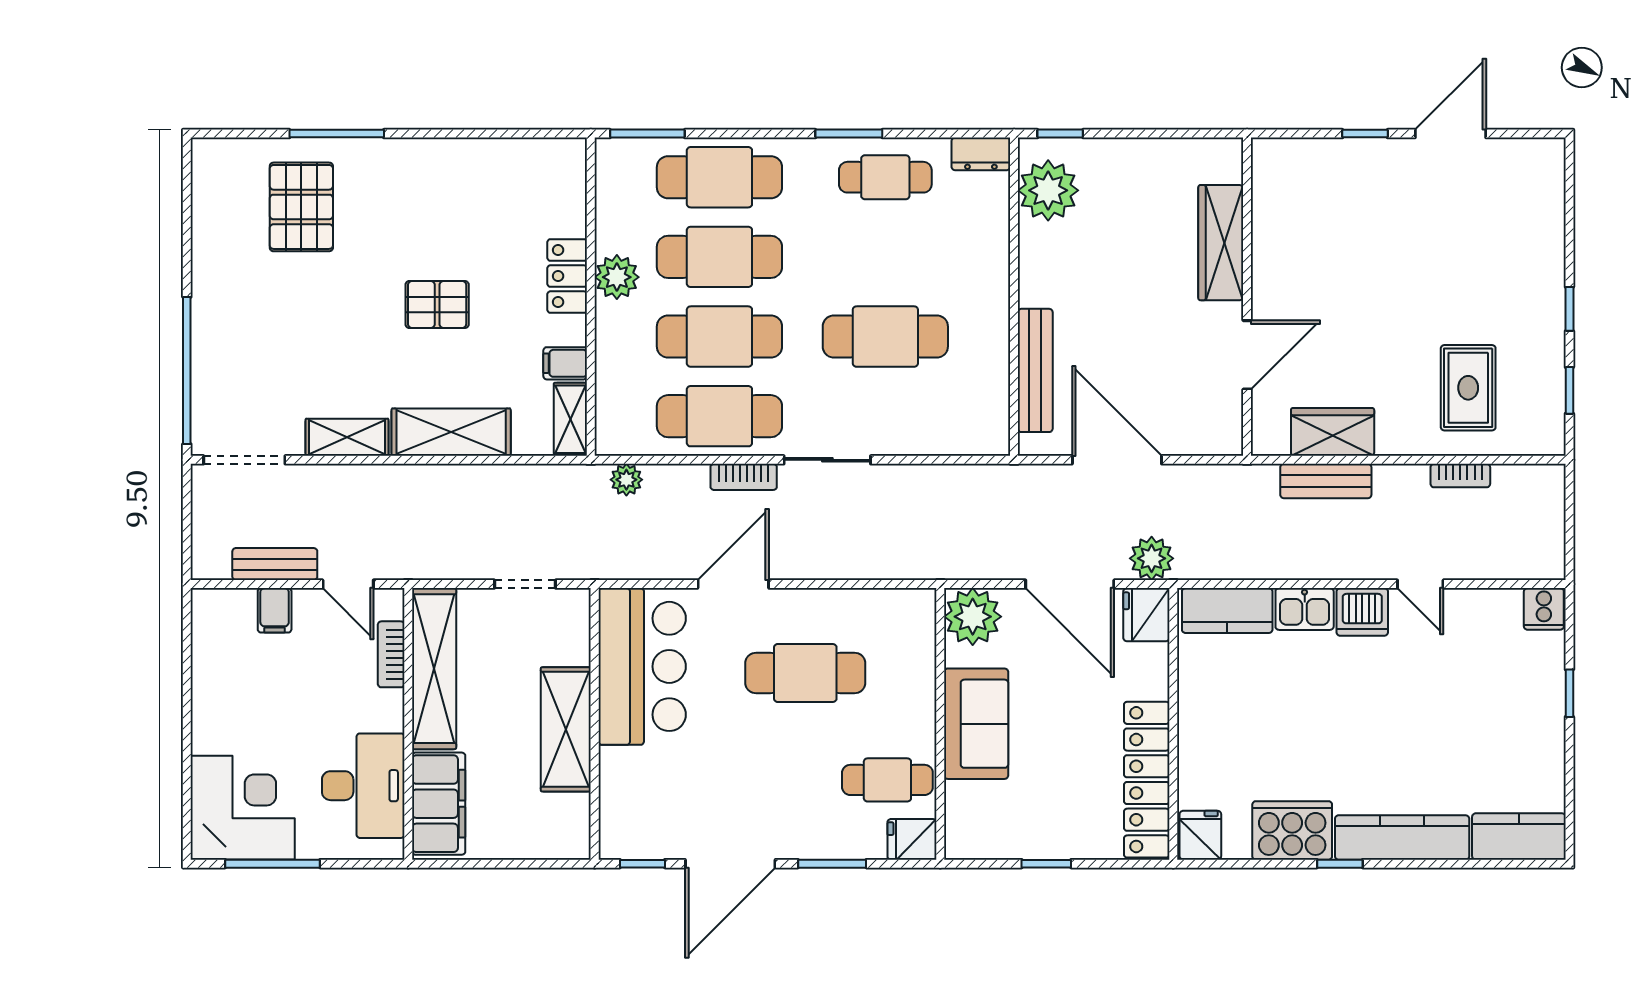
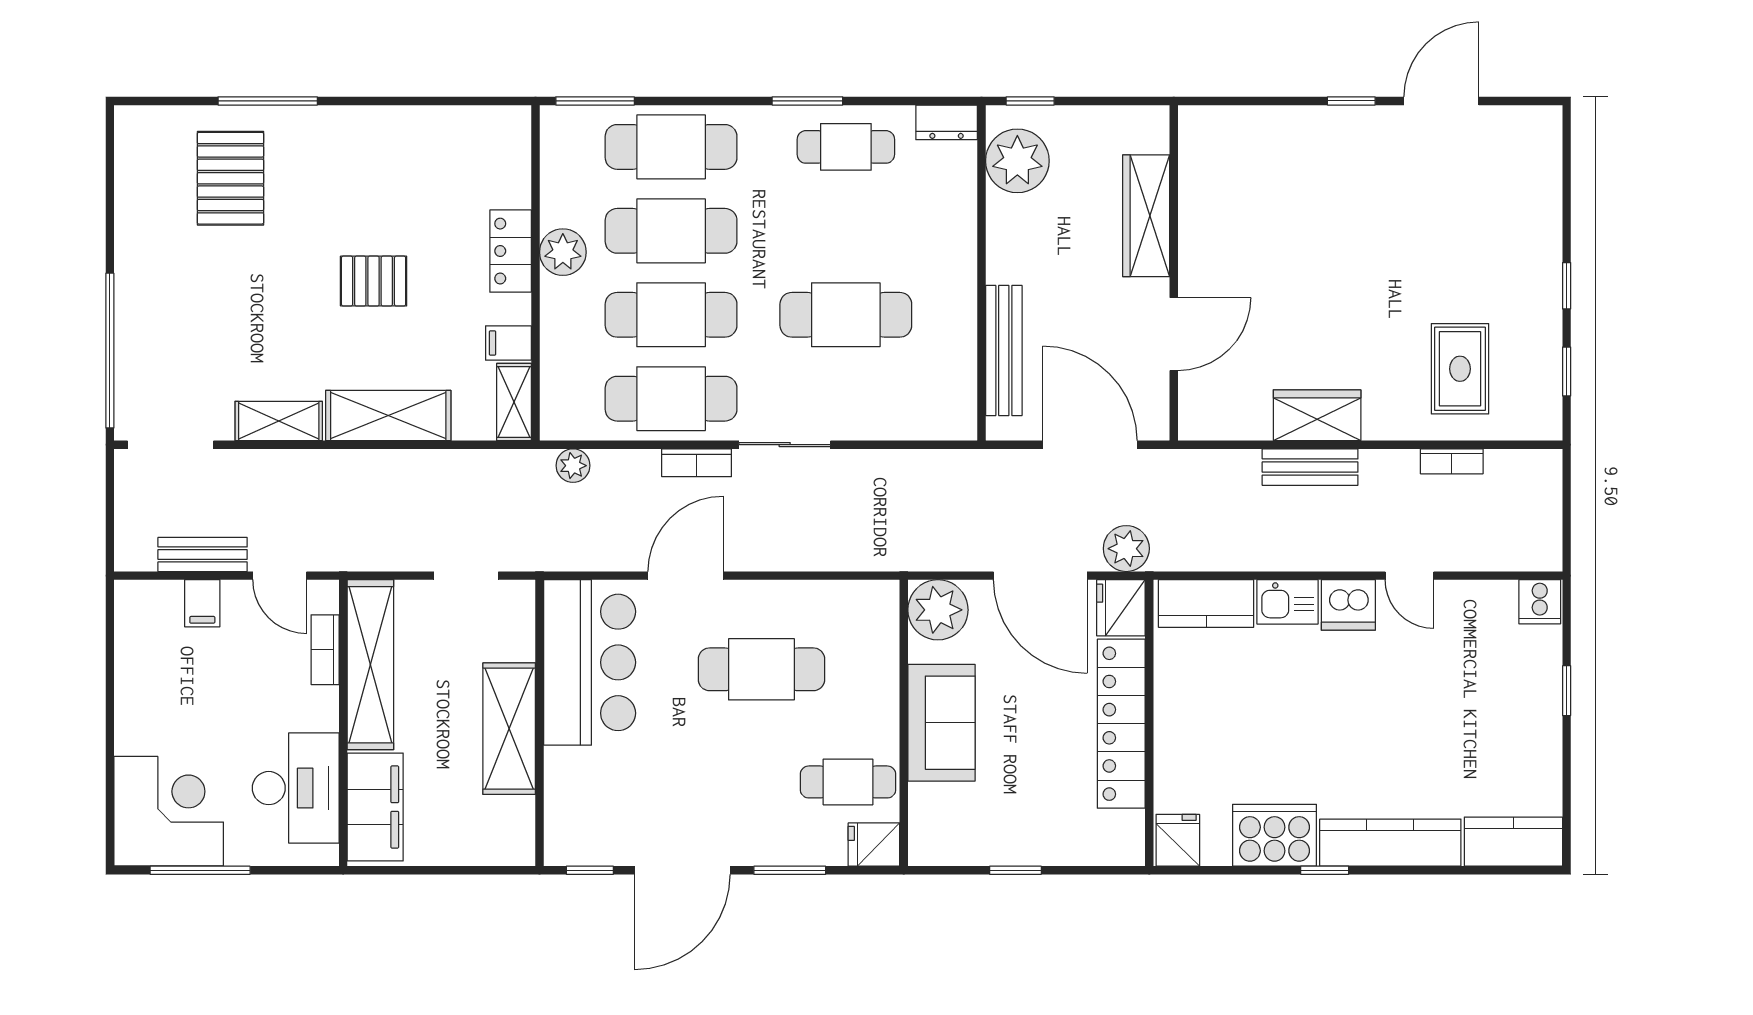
wardrobe: (1221, 243) -> (1146, 216), moved
wall: (1247, 297) -> (1174, 273), moved
door: (1247, 355) -> (1174, 334), moved
locker: (1147, 780) -> (1121, 724), moved

